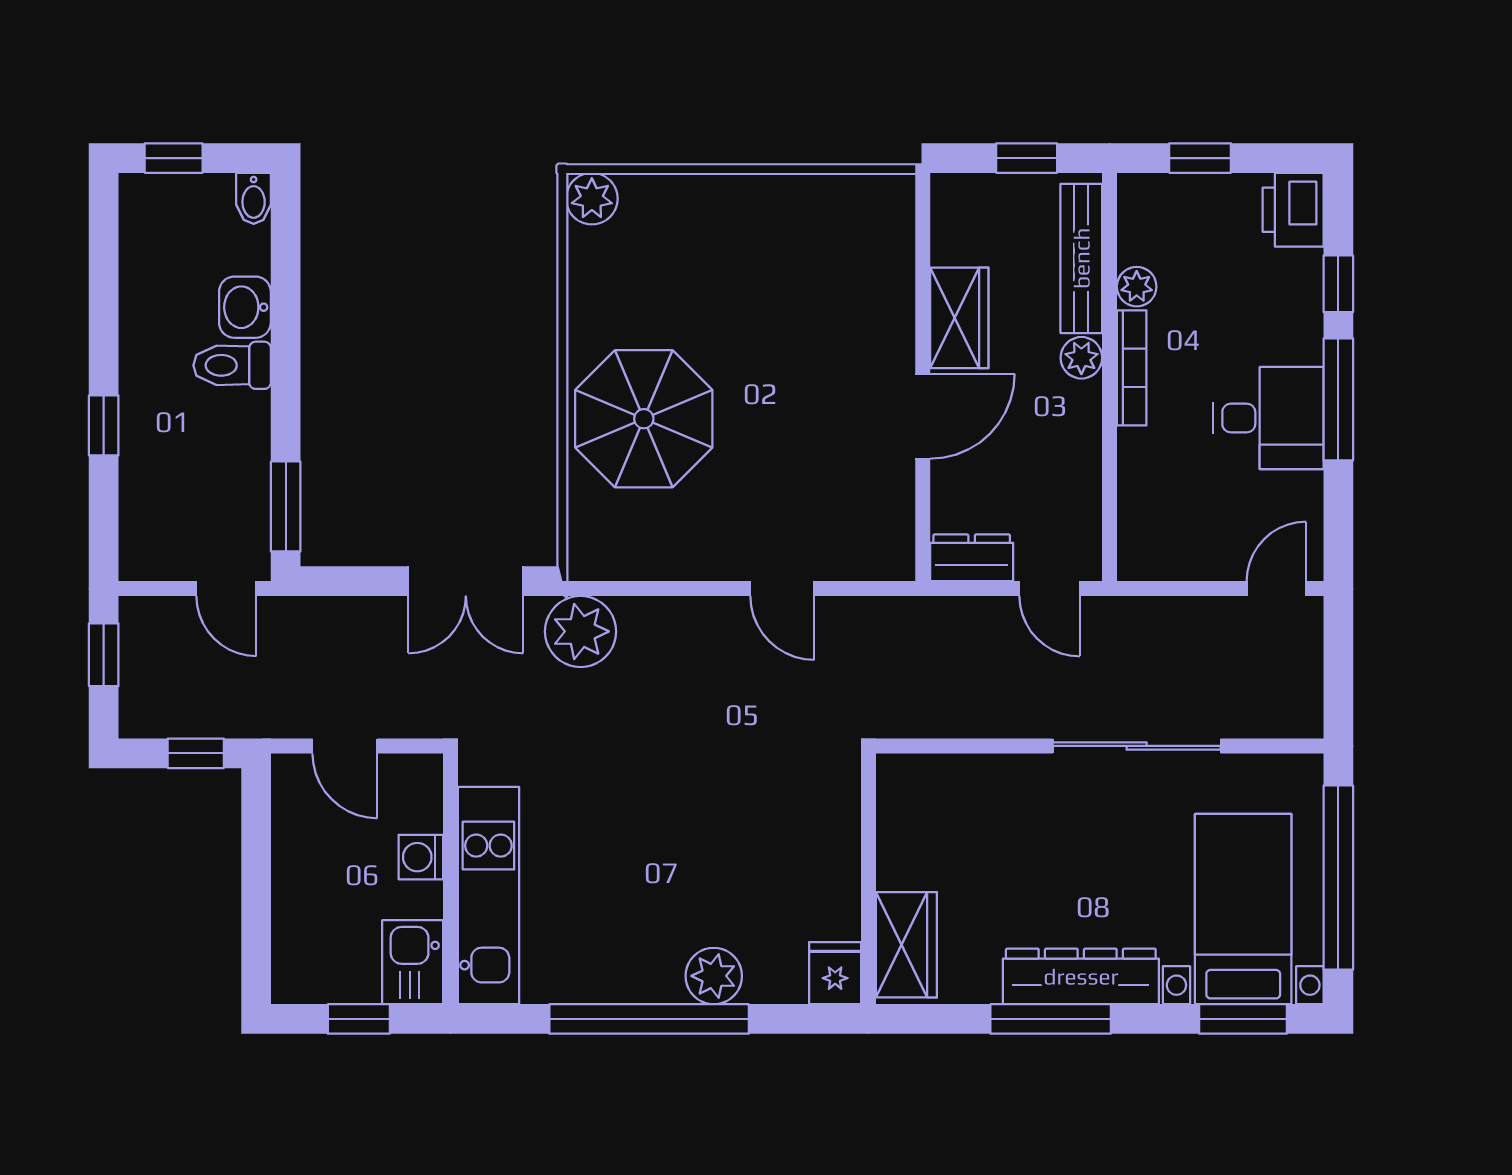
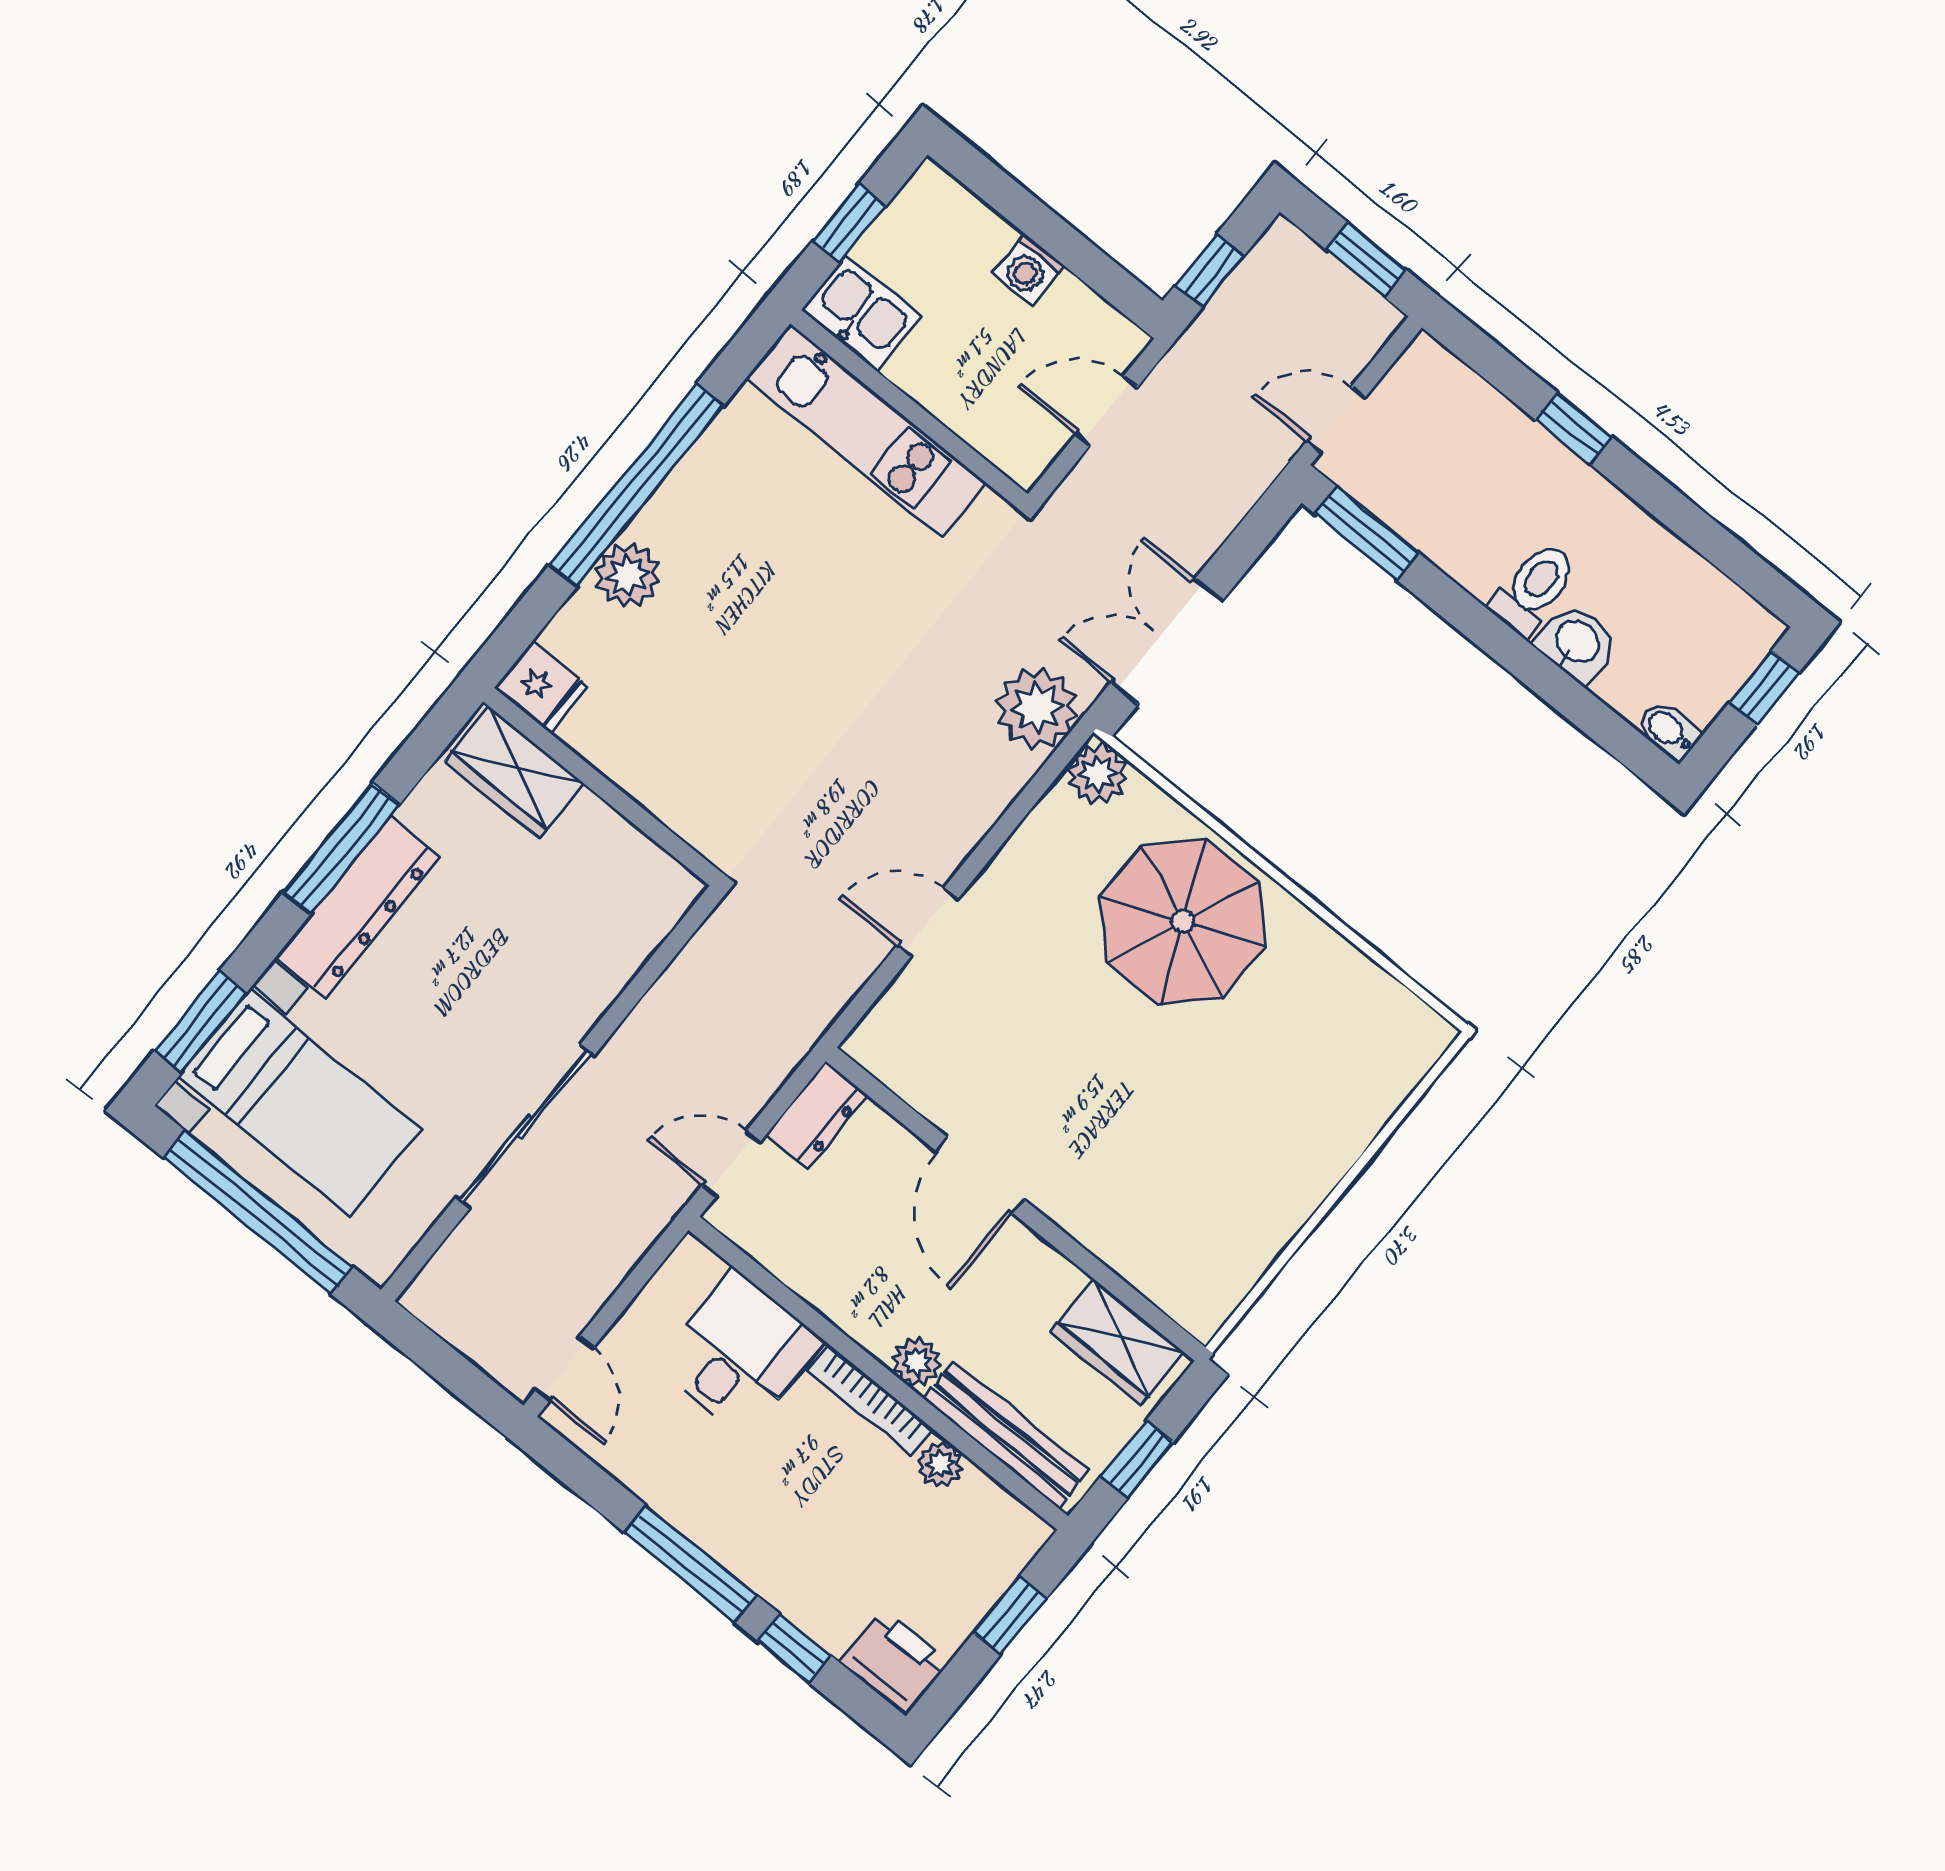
plant: (592, 199) -> (1098, 774), moved
wardrobe: (959, 318) -> (1117, 1342), moved
desk: (1269, 418) -> (739, 1354), moved, turned 180
washing machine: (421, 857) -> (1028, 270), moved, turned 180

